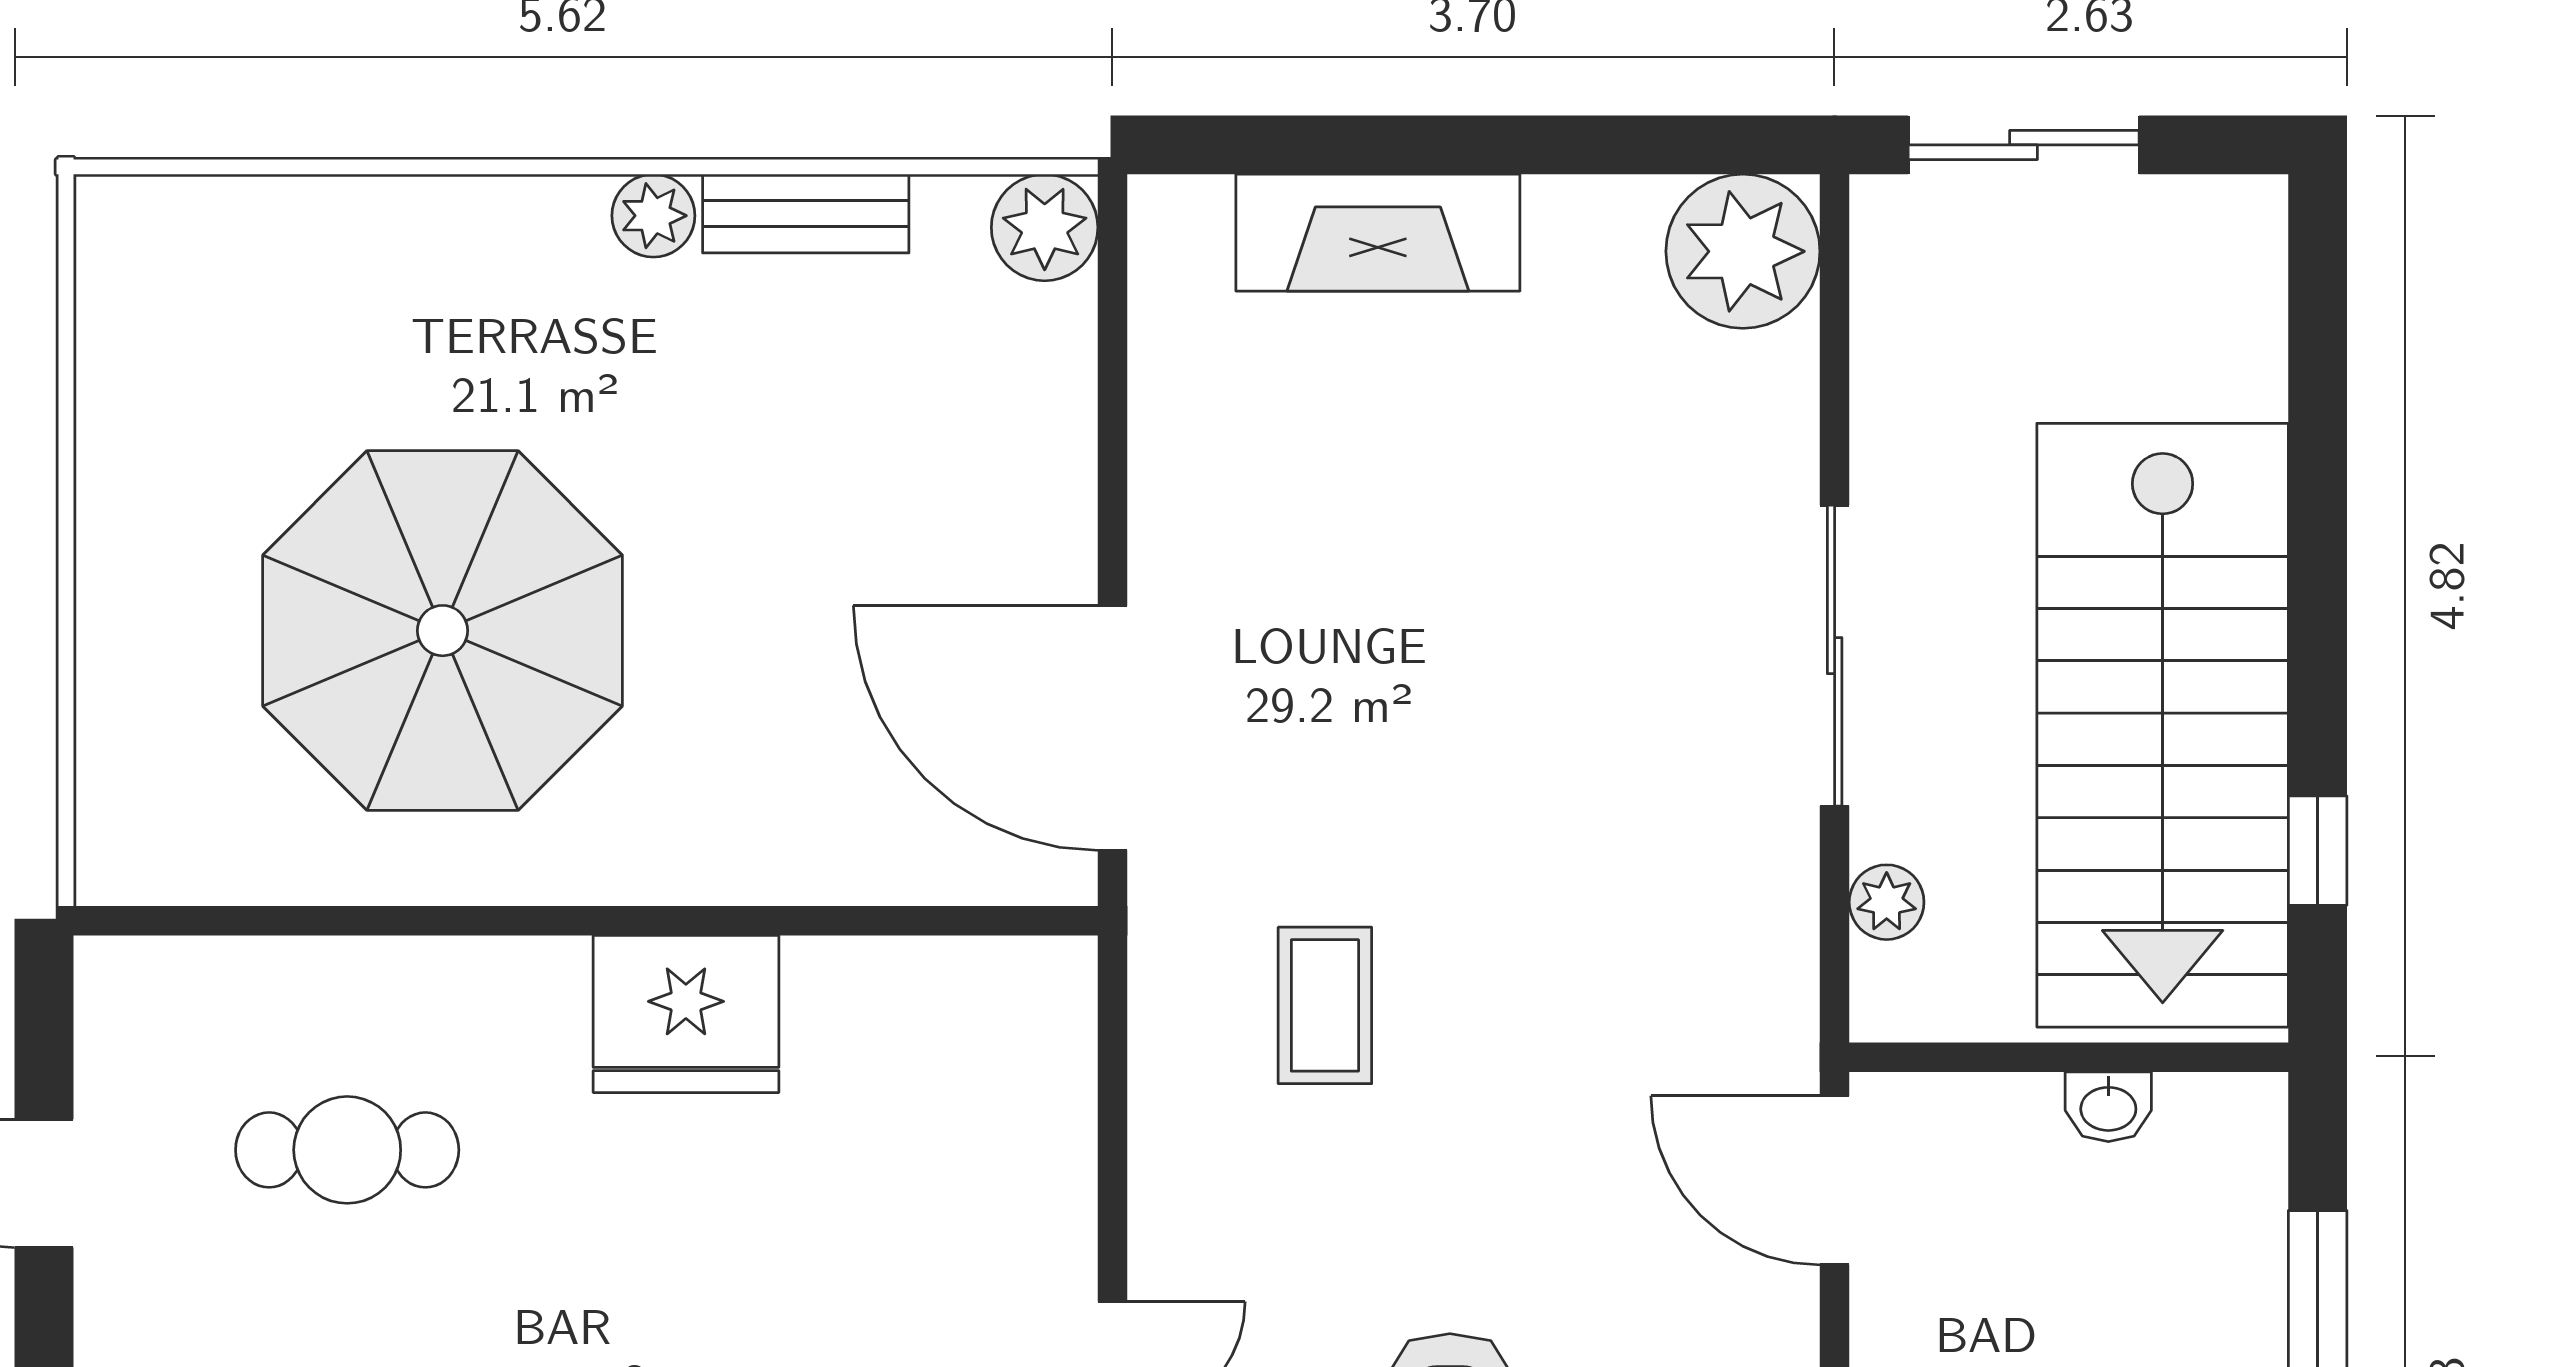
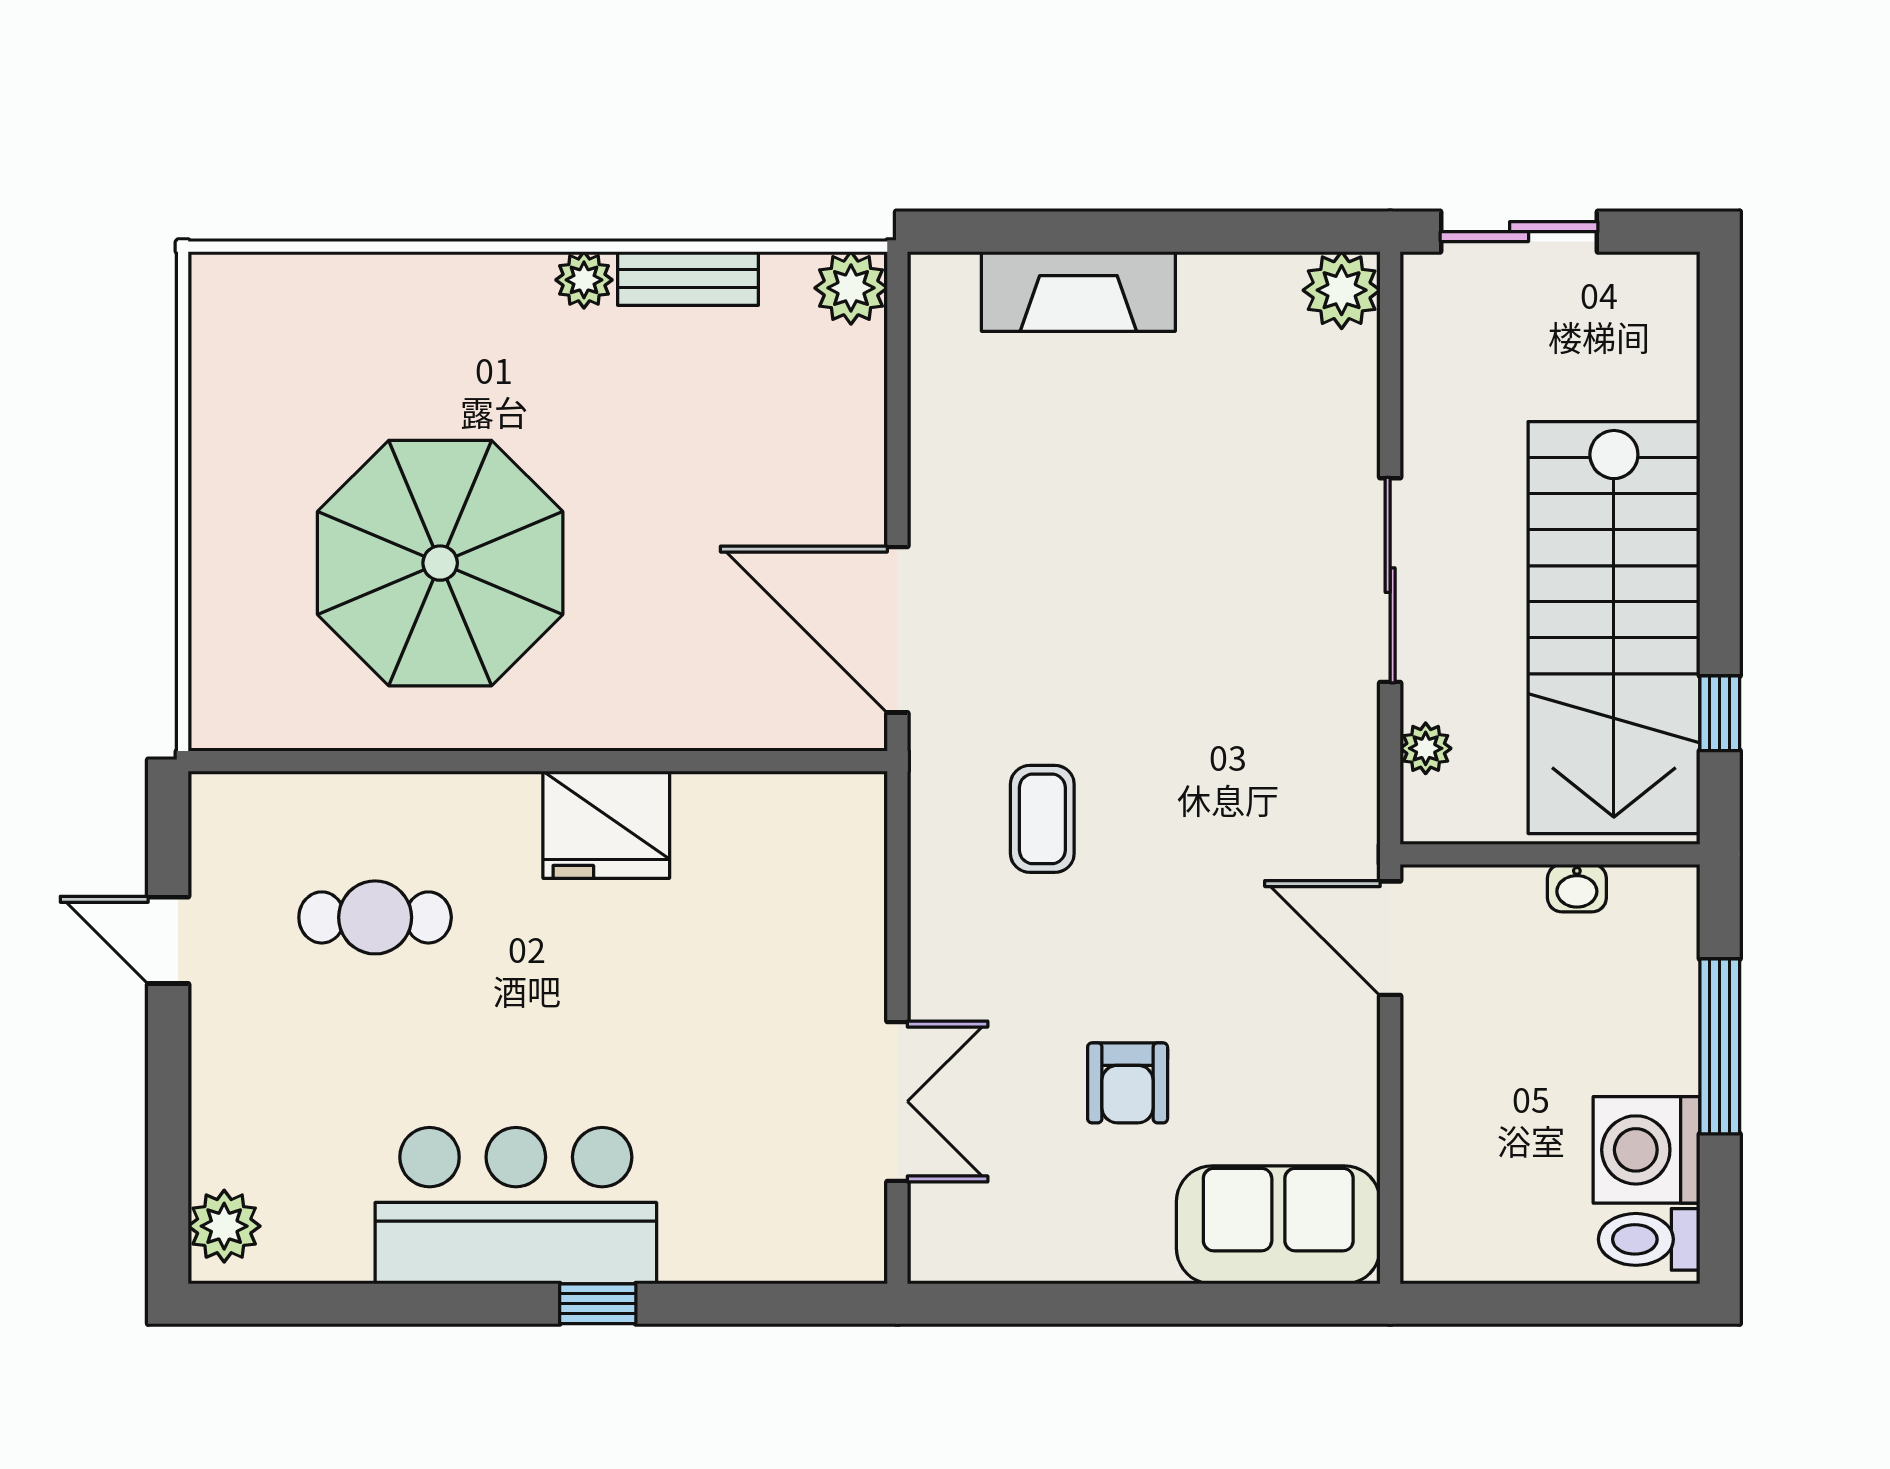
plant: (1743, 251) -> (1342, 290), width x0.73, depth x0.73

